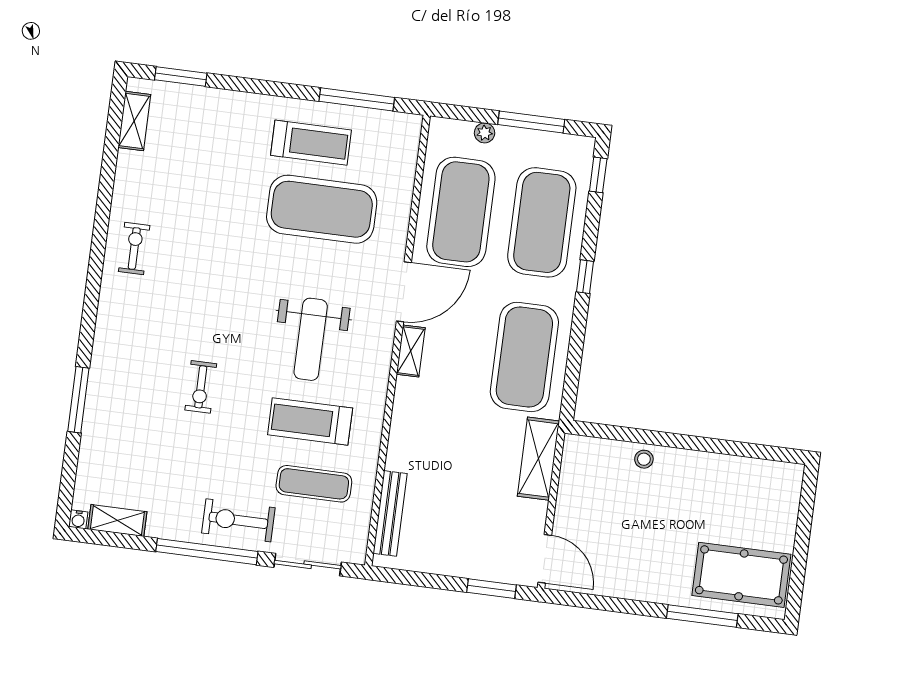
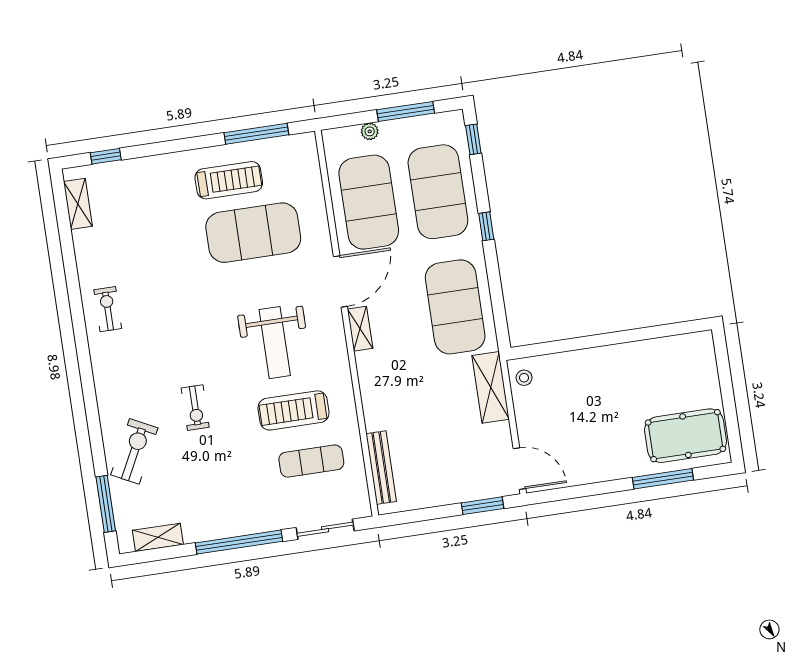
window: (181, 77) -> (106, 156), width x0.67
window: (78, 400) -> (106, 504), moved
stool: (644, 459) -> (524, 378), moved
water cooler: (78, 519) -> (125, 546), removed
exercise bike: (238, 520) -> (134, 451), moved, turned 117

